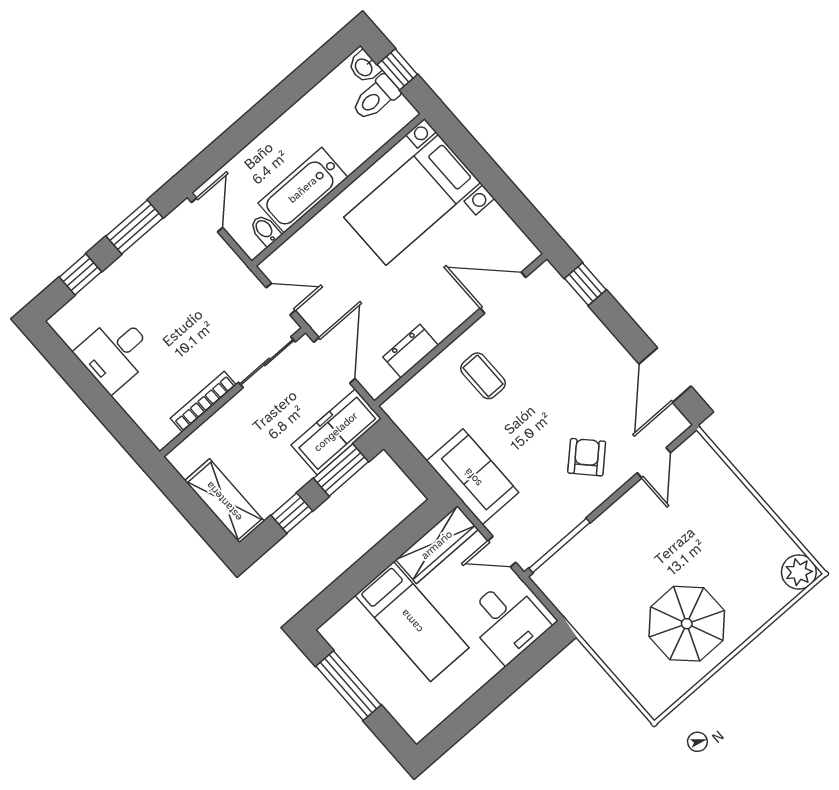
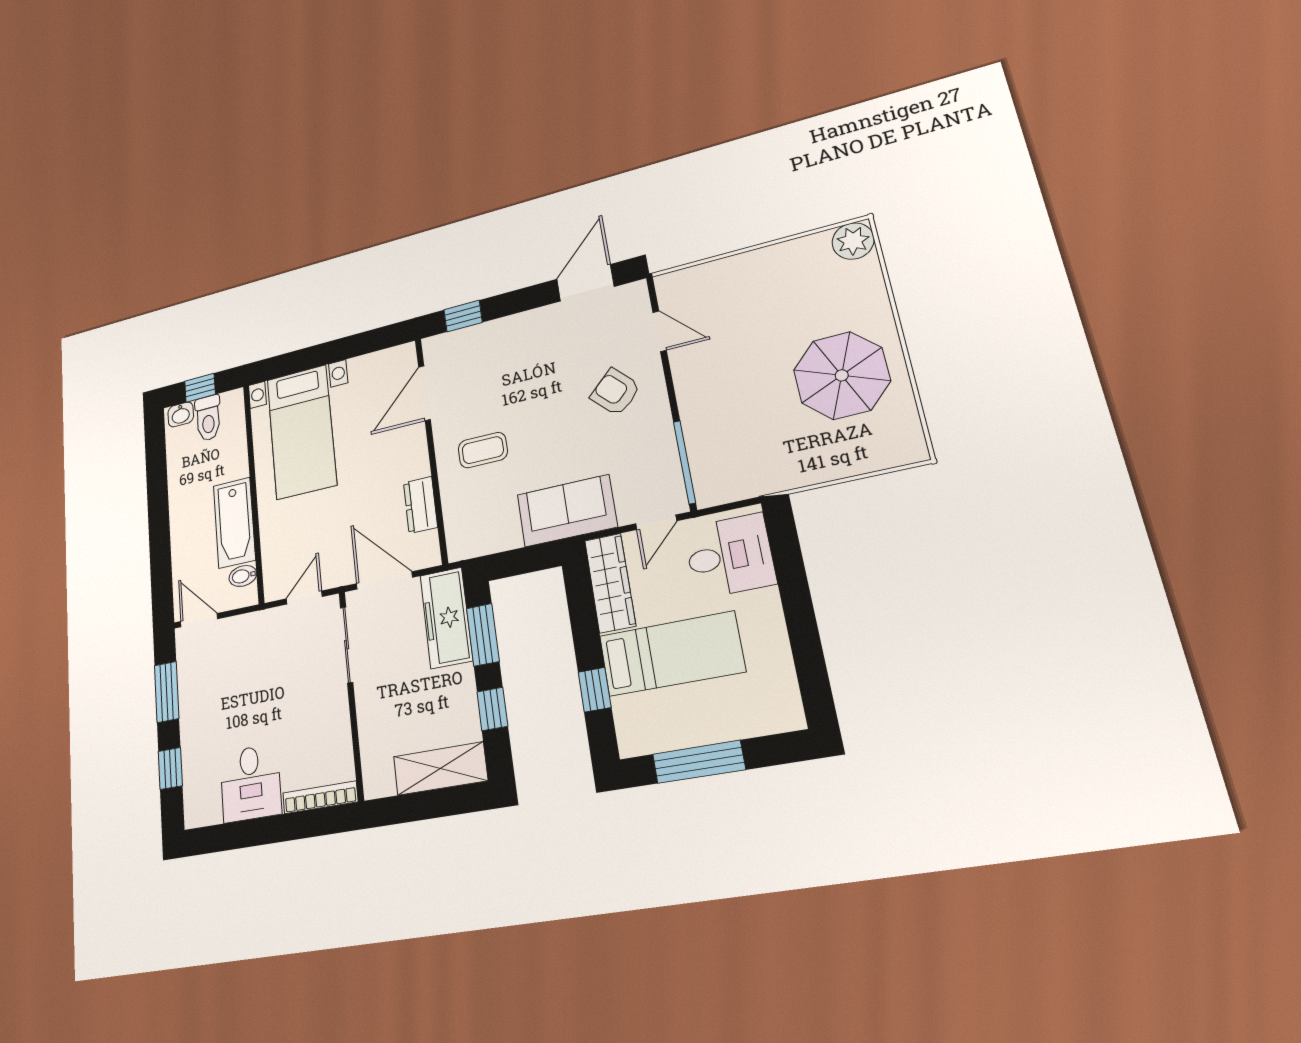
door: (665, 375) -> (585, 283), swing flipped
bookcase: (203, 402) -> (320, 797), moved, turned 90
window: (353, 581) -> (595, 690), added

